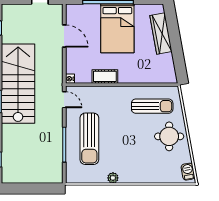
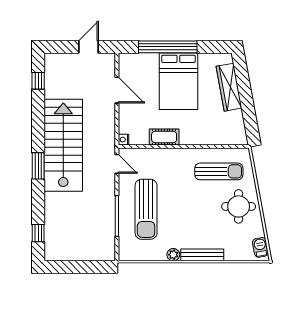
bench: (138, 178) -> (202, 255), added

